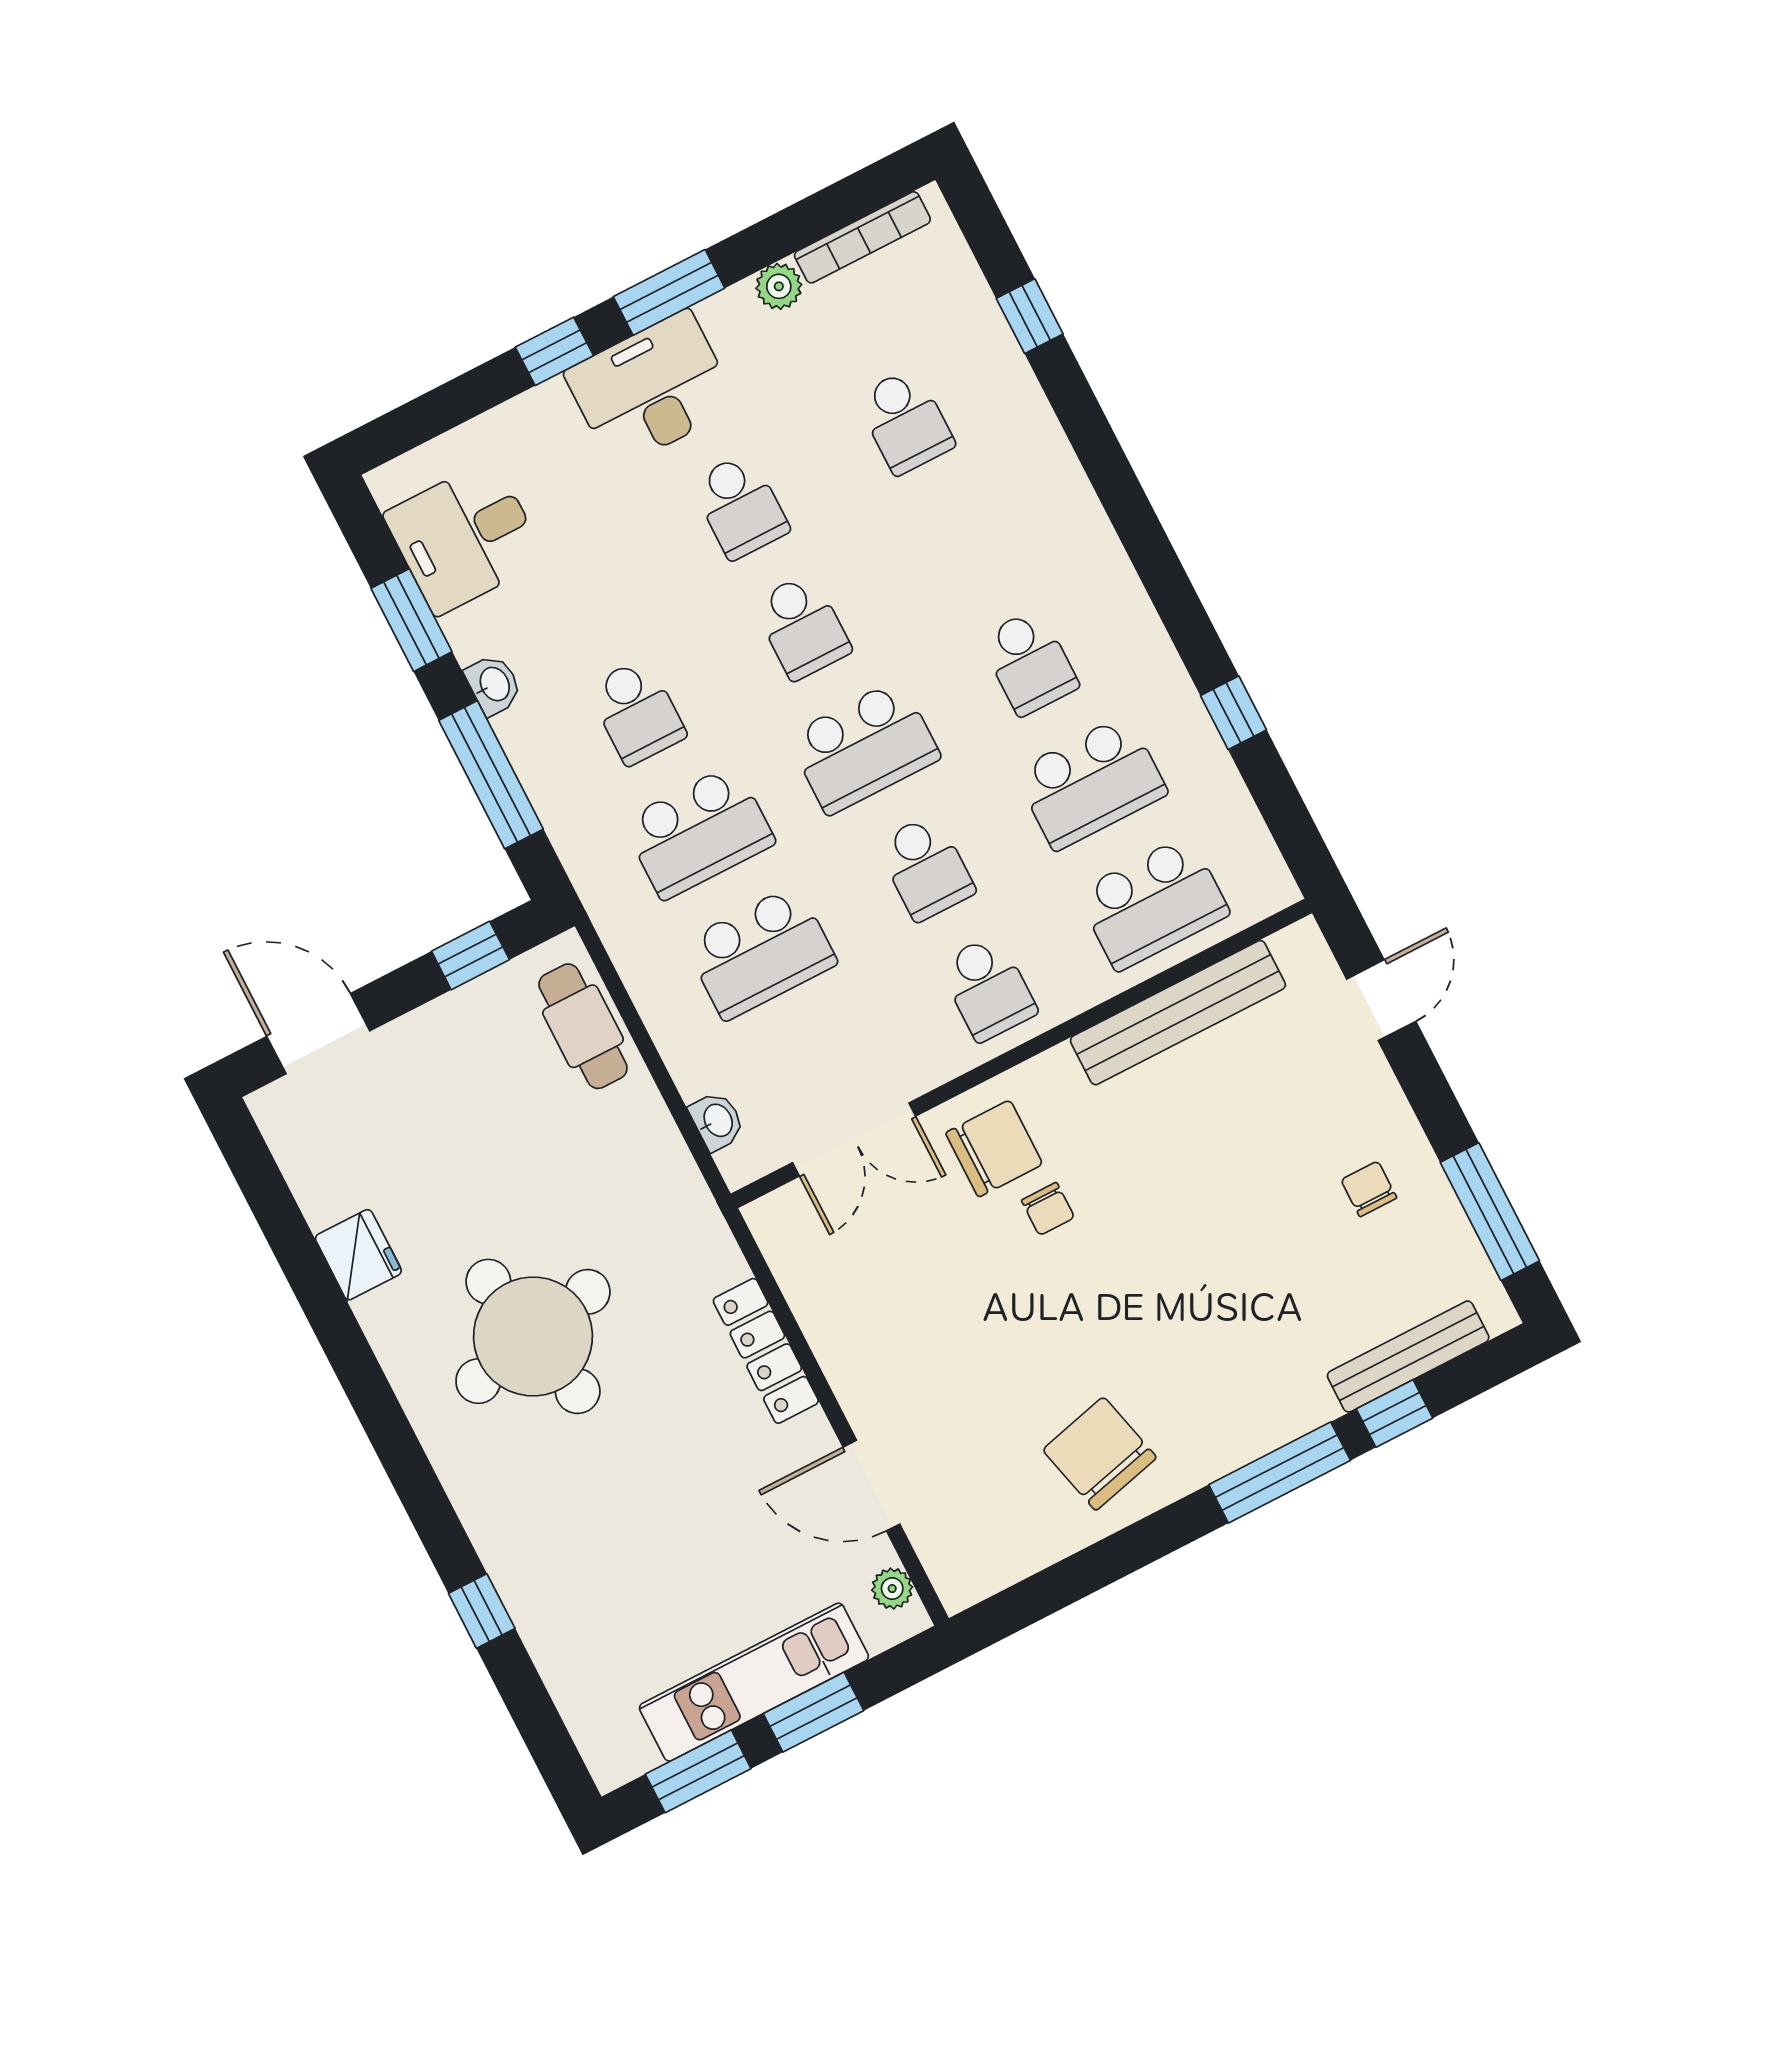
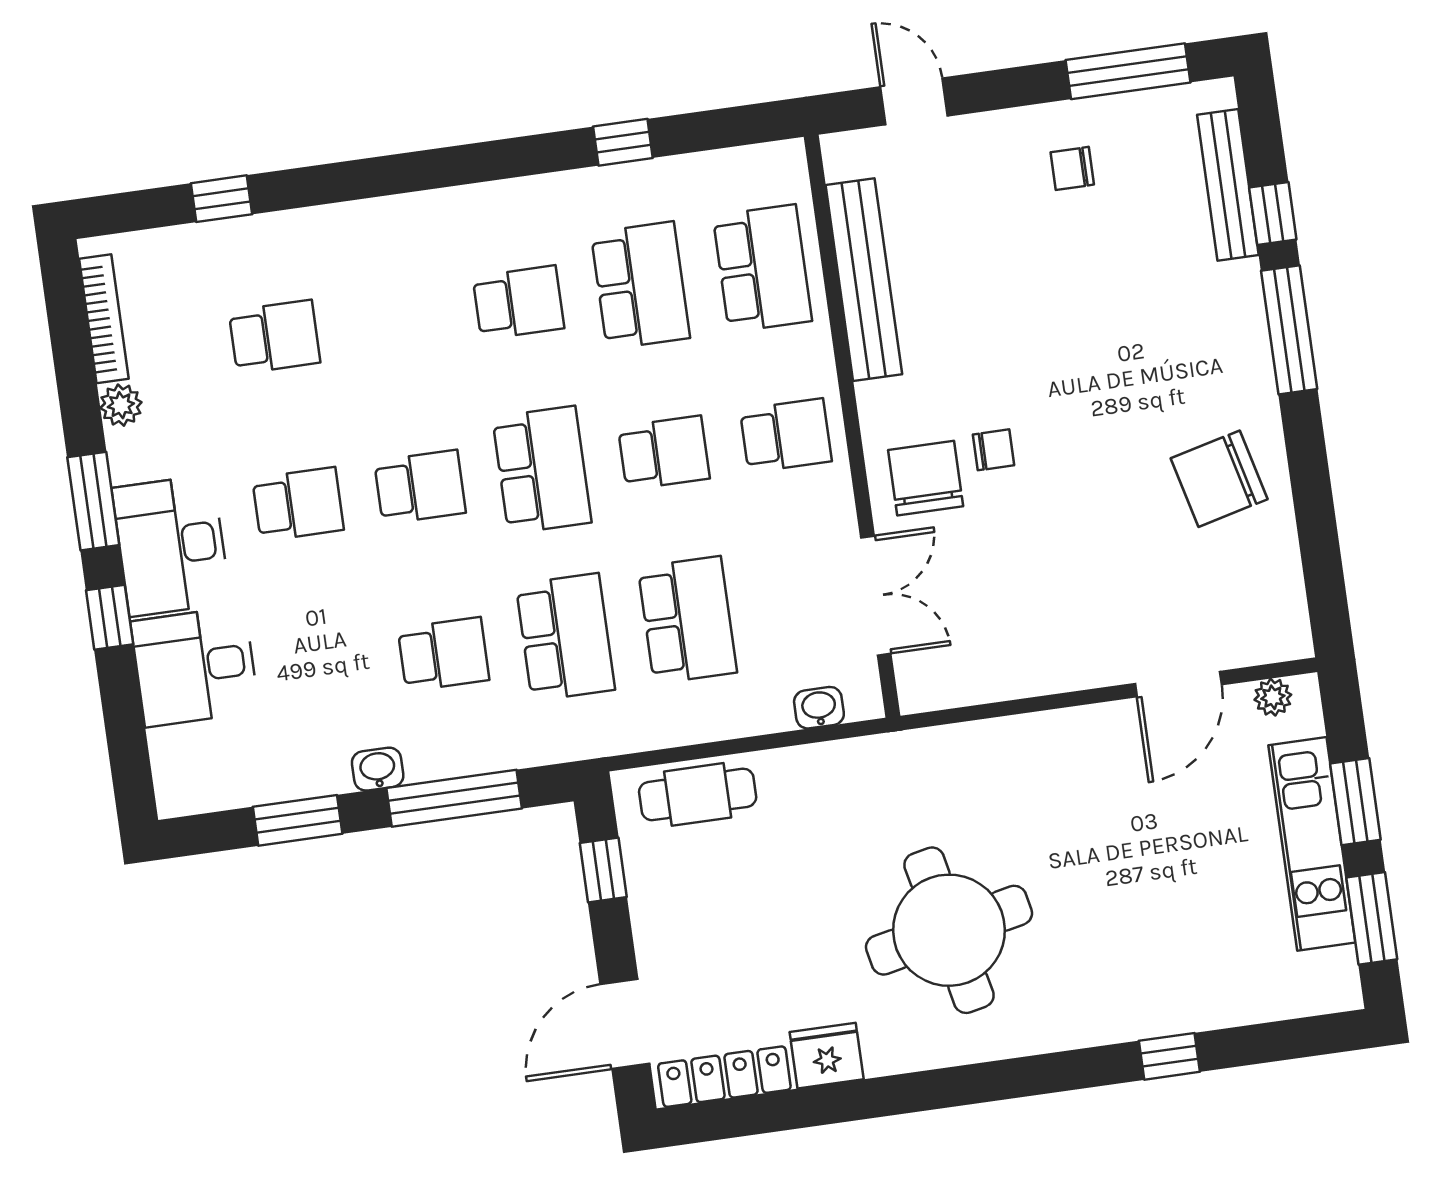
desk: (465, 537) -> (195, 666), moved, turned 90
locker: (766, 1351) -> (724, 1077), moved, turned 180

